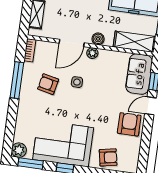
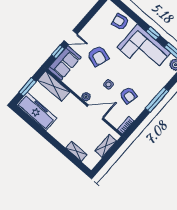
boiler: (98, 39) -> (76, 104), removed
window: (17, 80) -> (157, 100), moved
armchair: (129, 124) -> (98, 56), moved, turned -72

